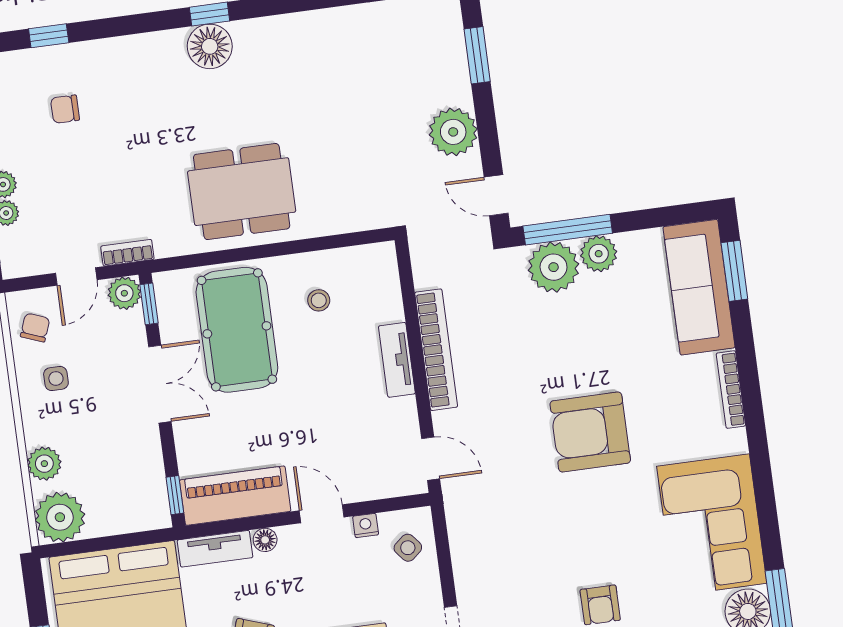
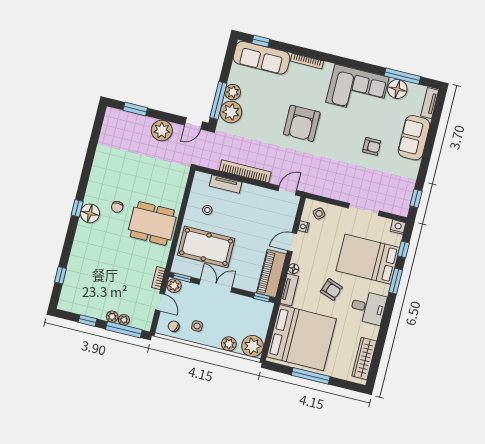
chair: (65, 109) -> (117, 207), moved
dining table: (242, 192) -> (152, 223), turned 90
window: (734, 271) -> (261, 41), width x0.67
tv unit: (397, 360) -> (226, 184), moved

